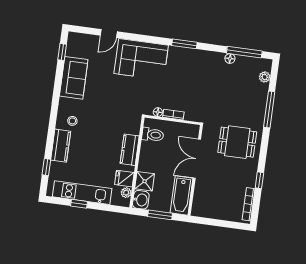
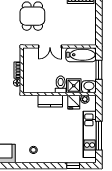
toilet: (153, 135) -> (61, 84), moved
kitchen counter: (61, 146) -> (54, 157), removed
double door: (197, 159) -> (50, 47), width x0.73
window: (79, 204) -> (99, 136), width x2.17

